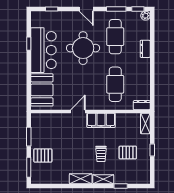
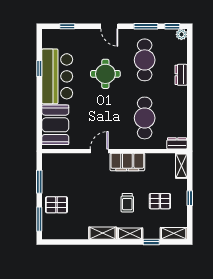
round table: (83, 48) -> (105, 74), width x0.73, depth x0.73
shelving: (139, 179) -> (174, 233), added

